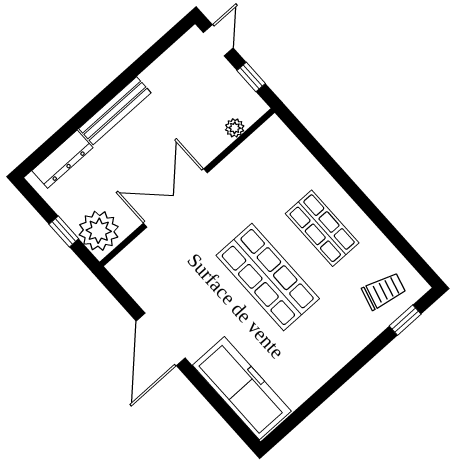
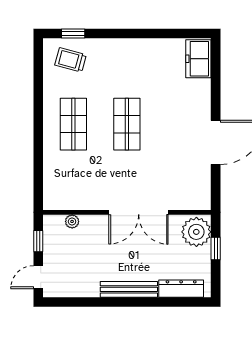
shop shelf: (268, 277) -> (127, 124), width x0.70, depth x0.74
freezer: (242, 388) -> (198, 59), width x0.52, depth x0.79

